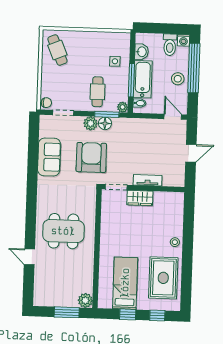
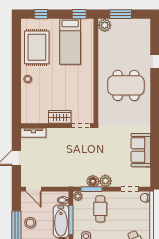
armchair: (91, 157) -> (104, 151), removed
tv unit: (148, 180) -> (33, 133), moved
window: (128, 314) -> (79, 14), moved

